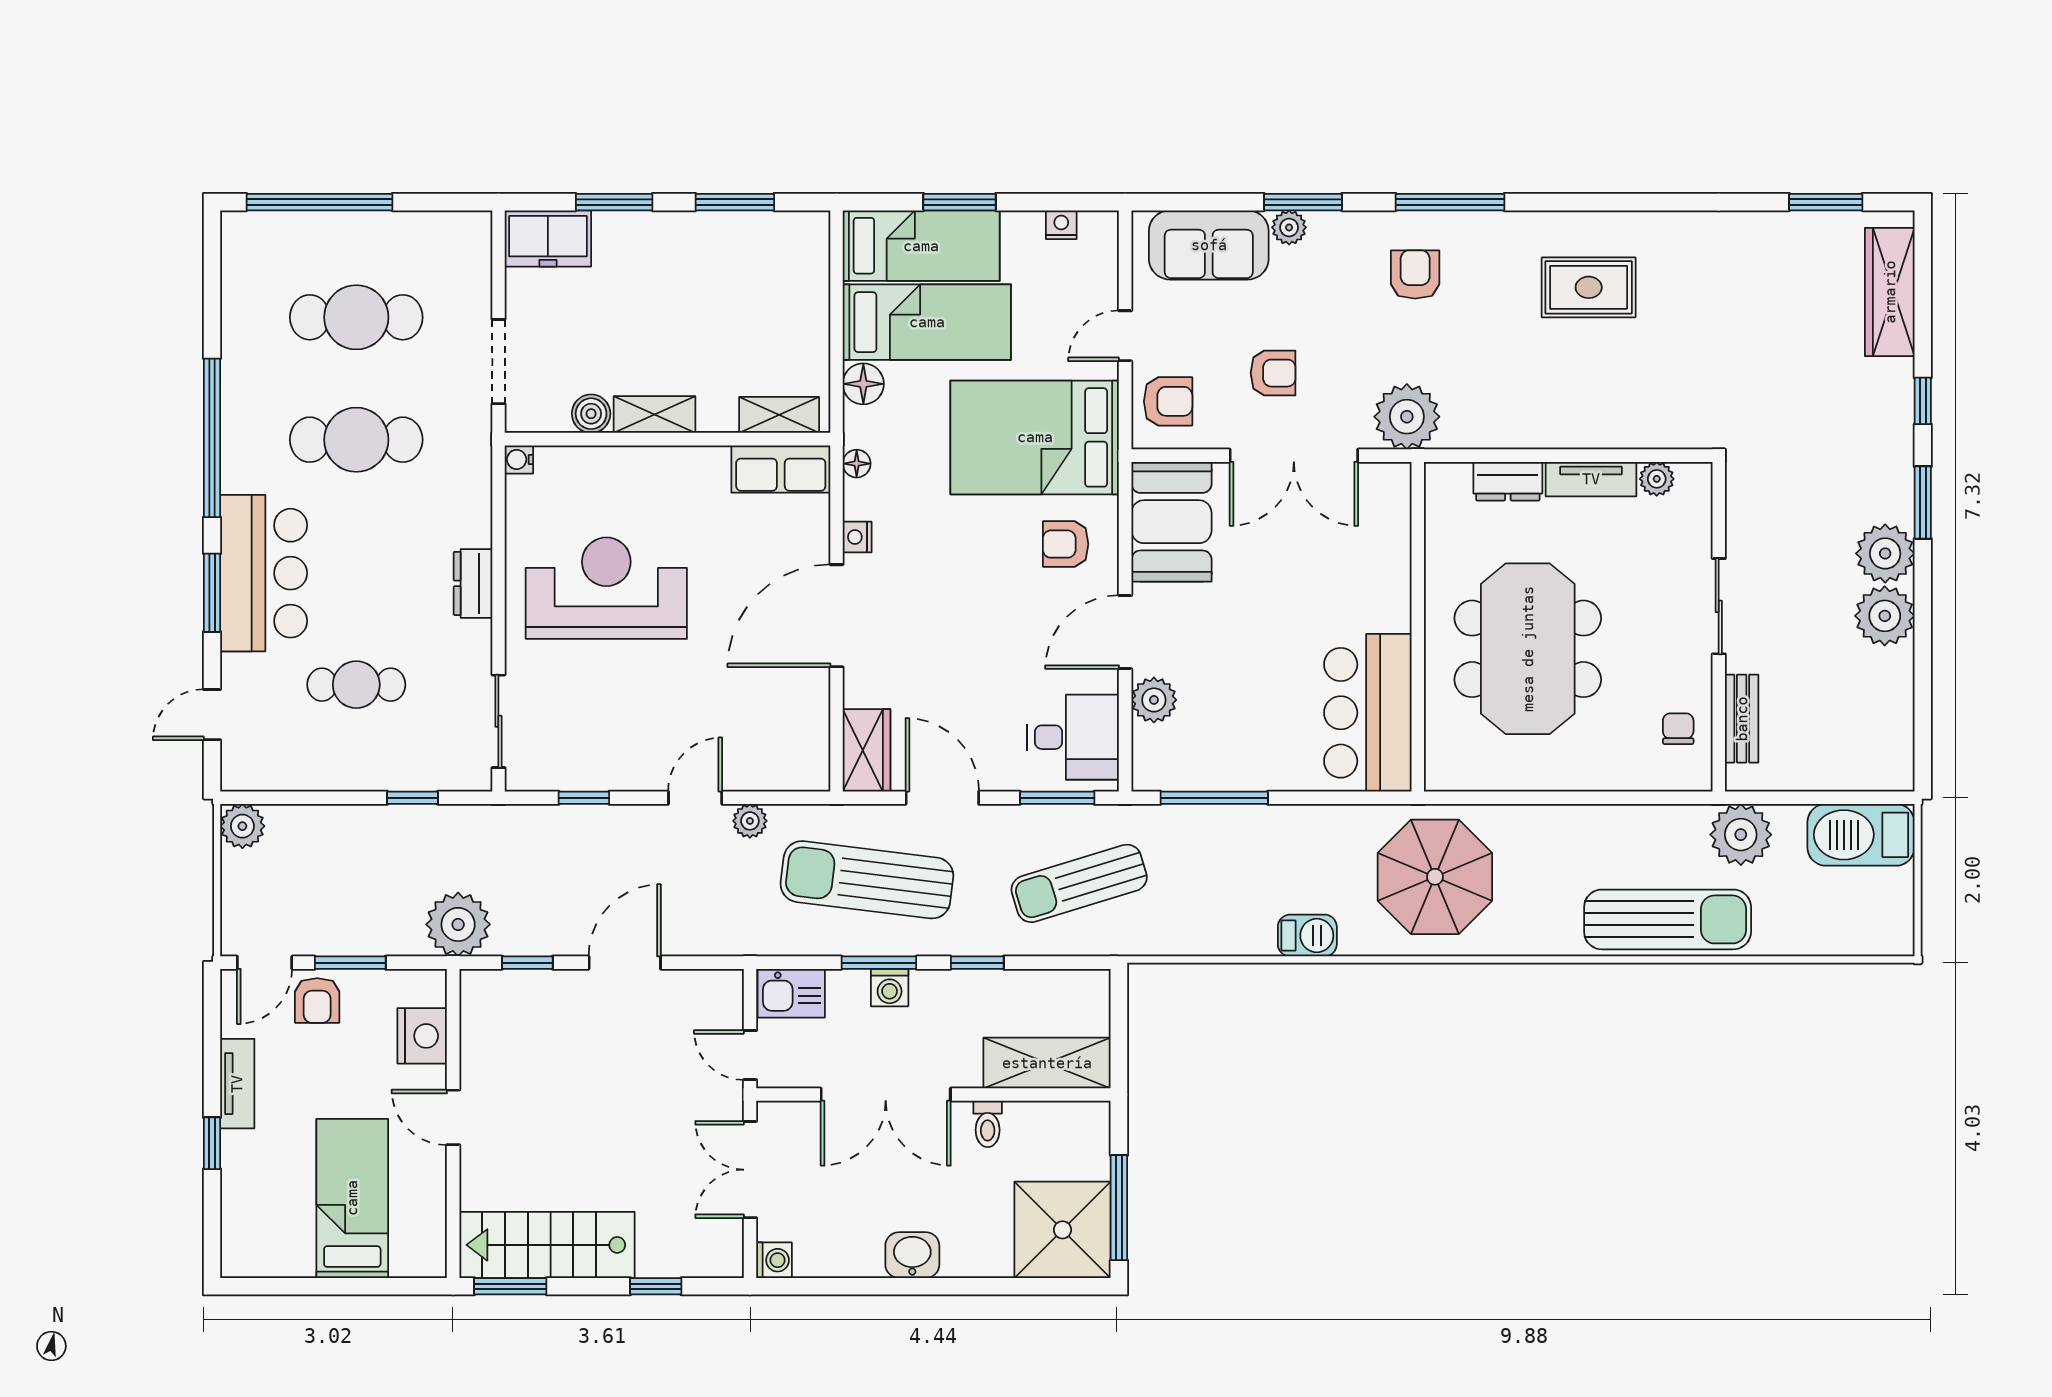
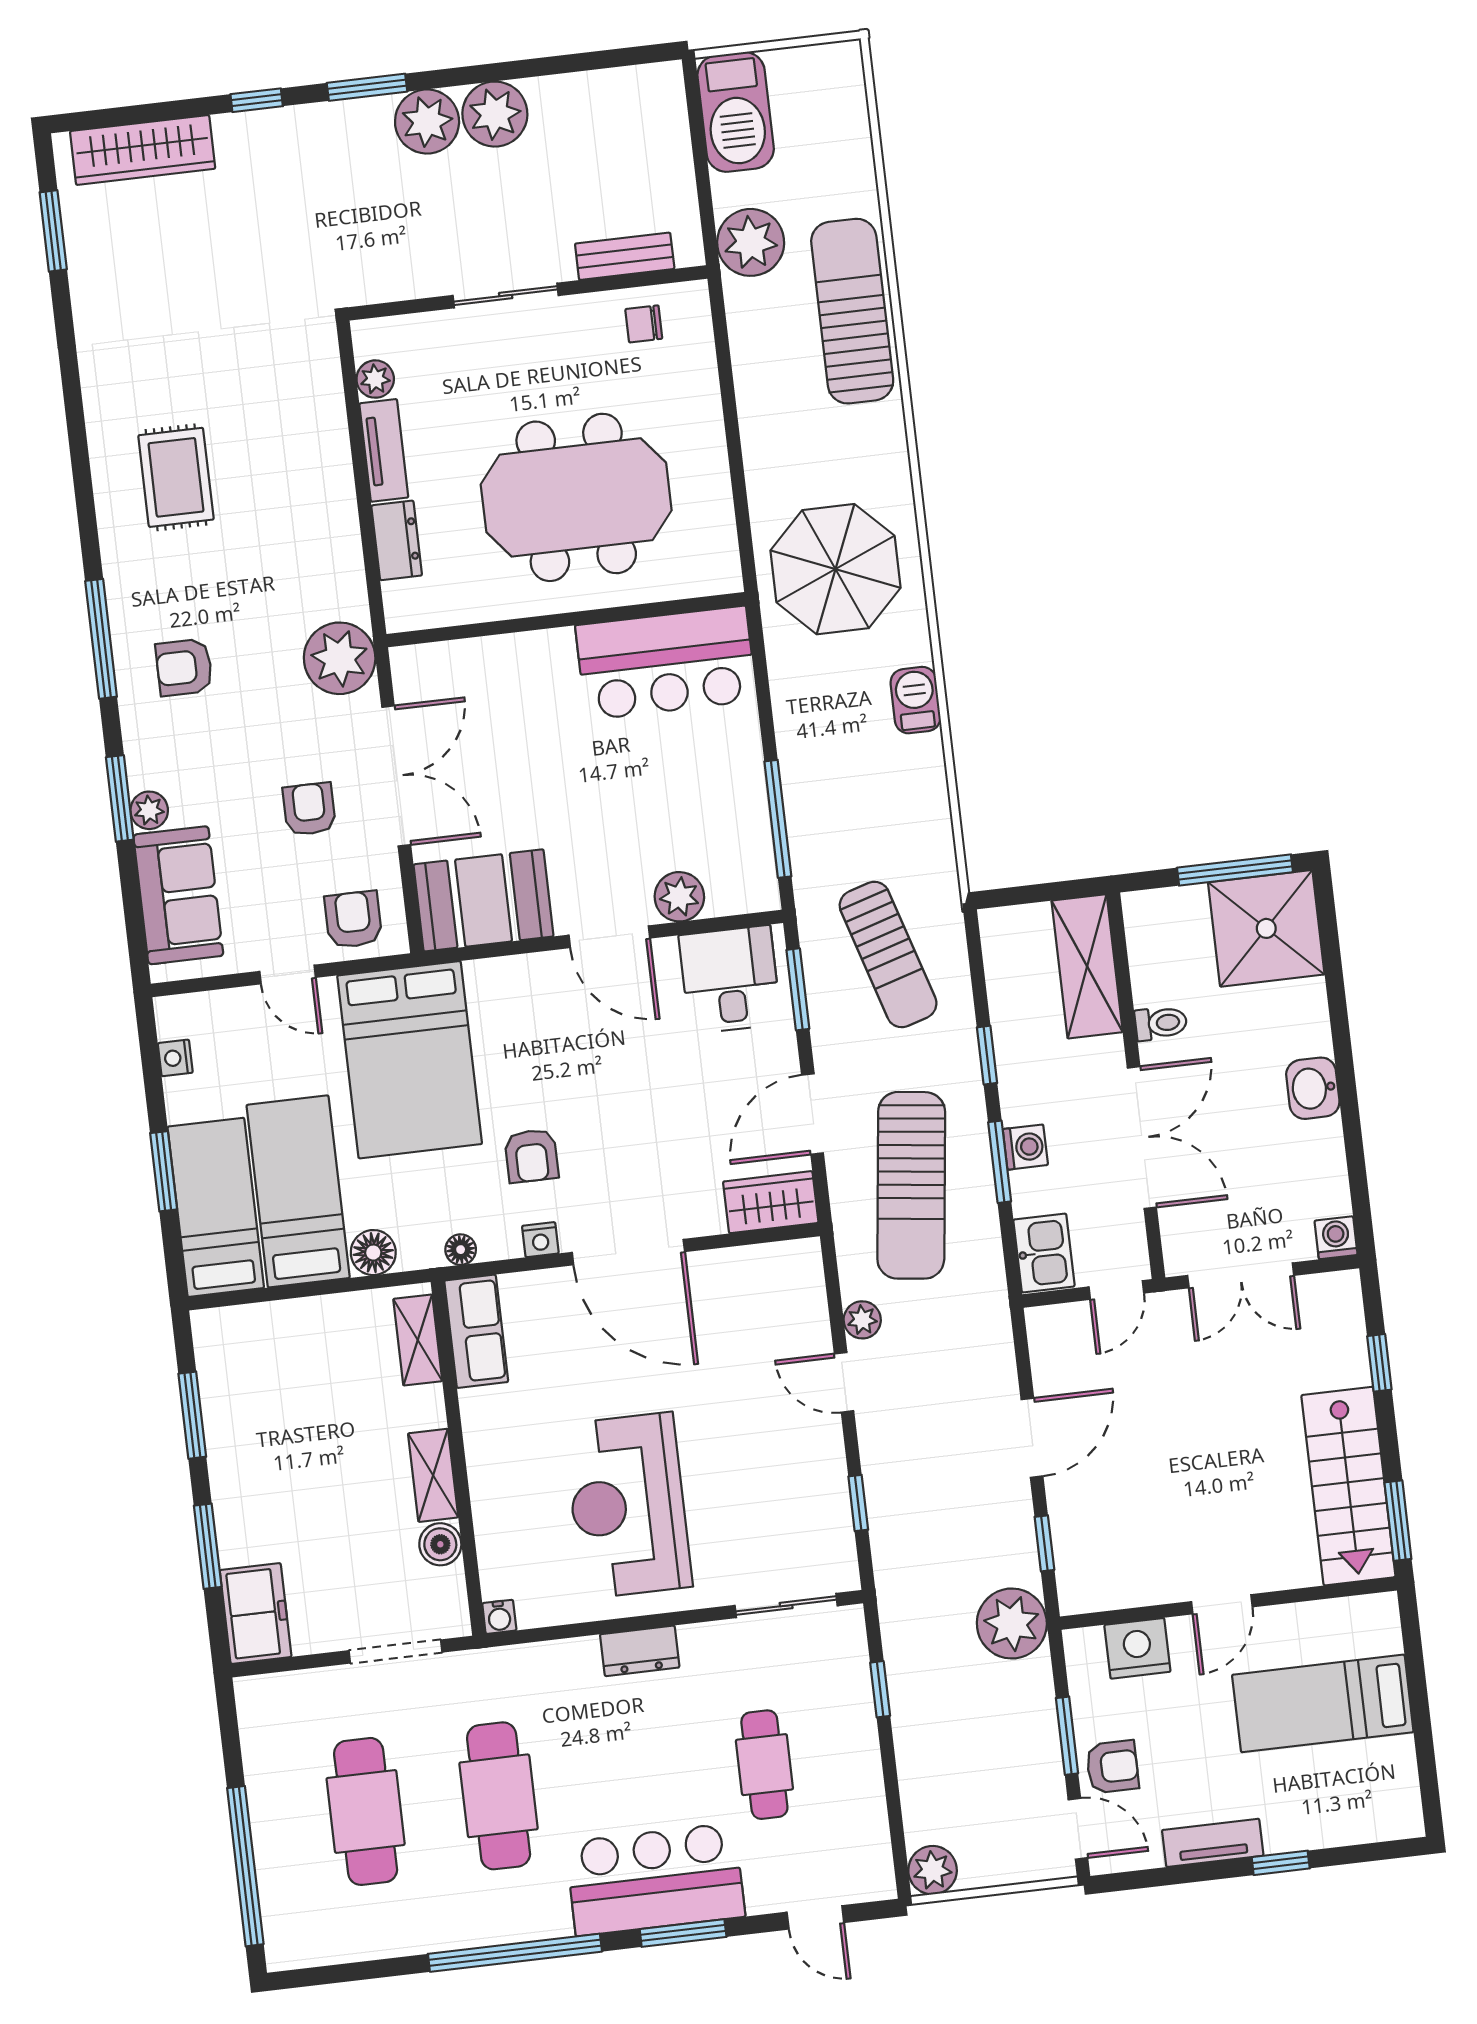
armchair: (1066, 544) -> (531, 1156), moved
door: (625, 963) -> (1032, 1438), swing flipped

